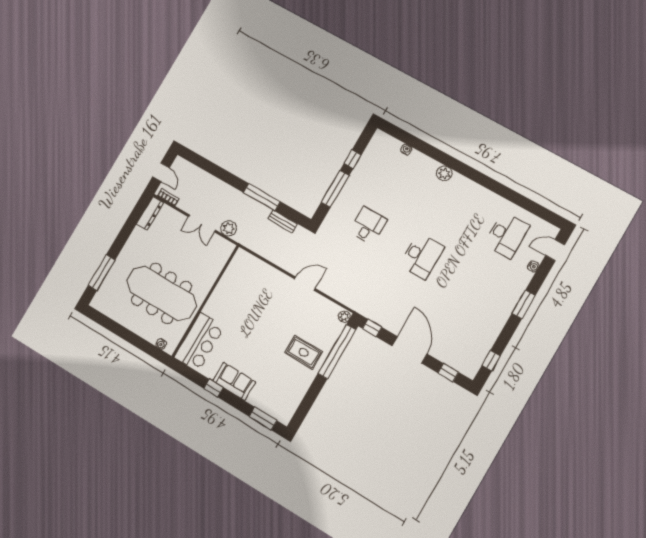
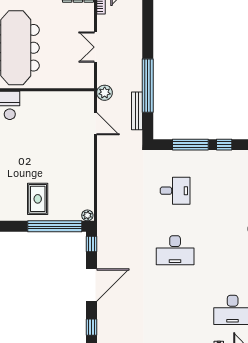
window: (262, 197) -> (148, 86), width x1.46
bench: (282, 222) -> (137, 111), width x1.36
plant: (229, 228) -> (105, 93), moved
door: (305, 284) -> (96, 124), moved

